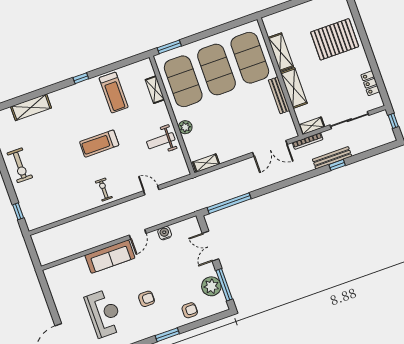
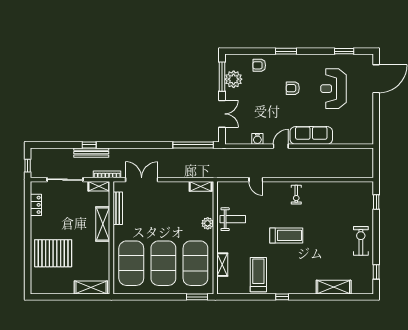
shelving: (281, 52) -> (91, 288), moved, turned 90
bench: (279, 95) -> (118, 208), moved

